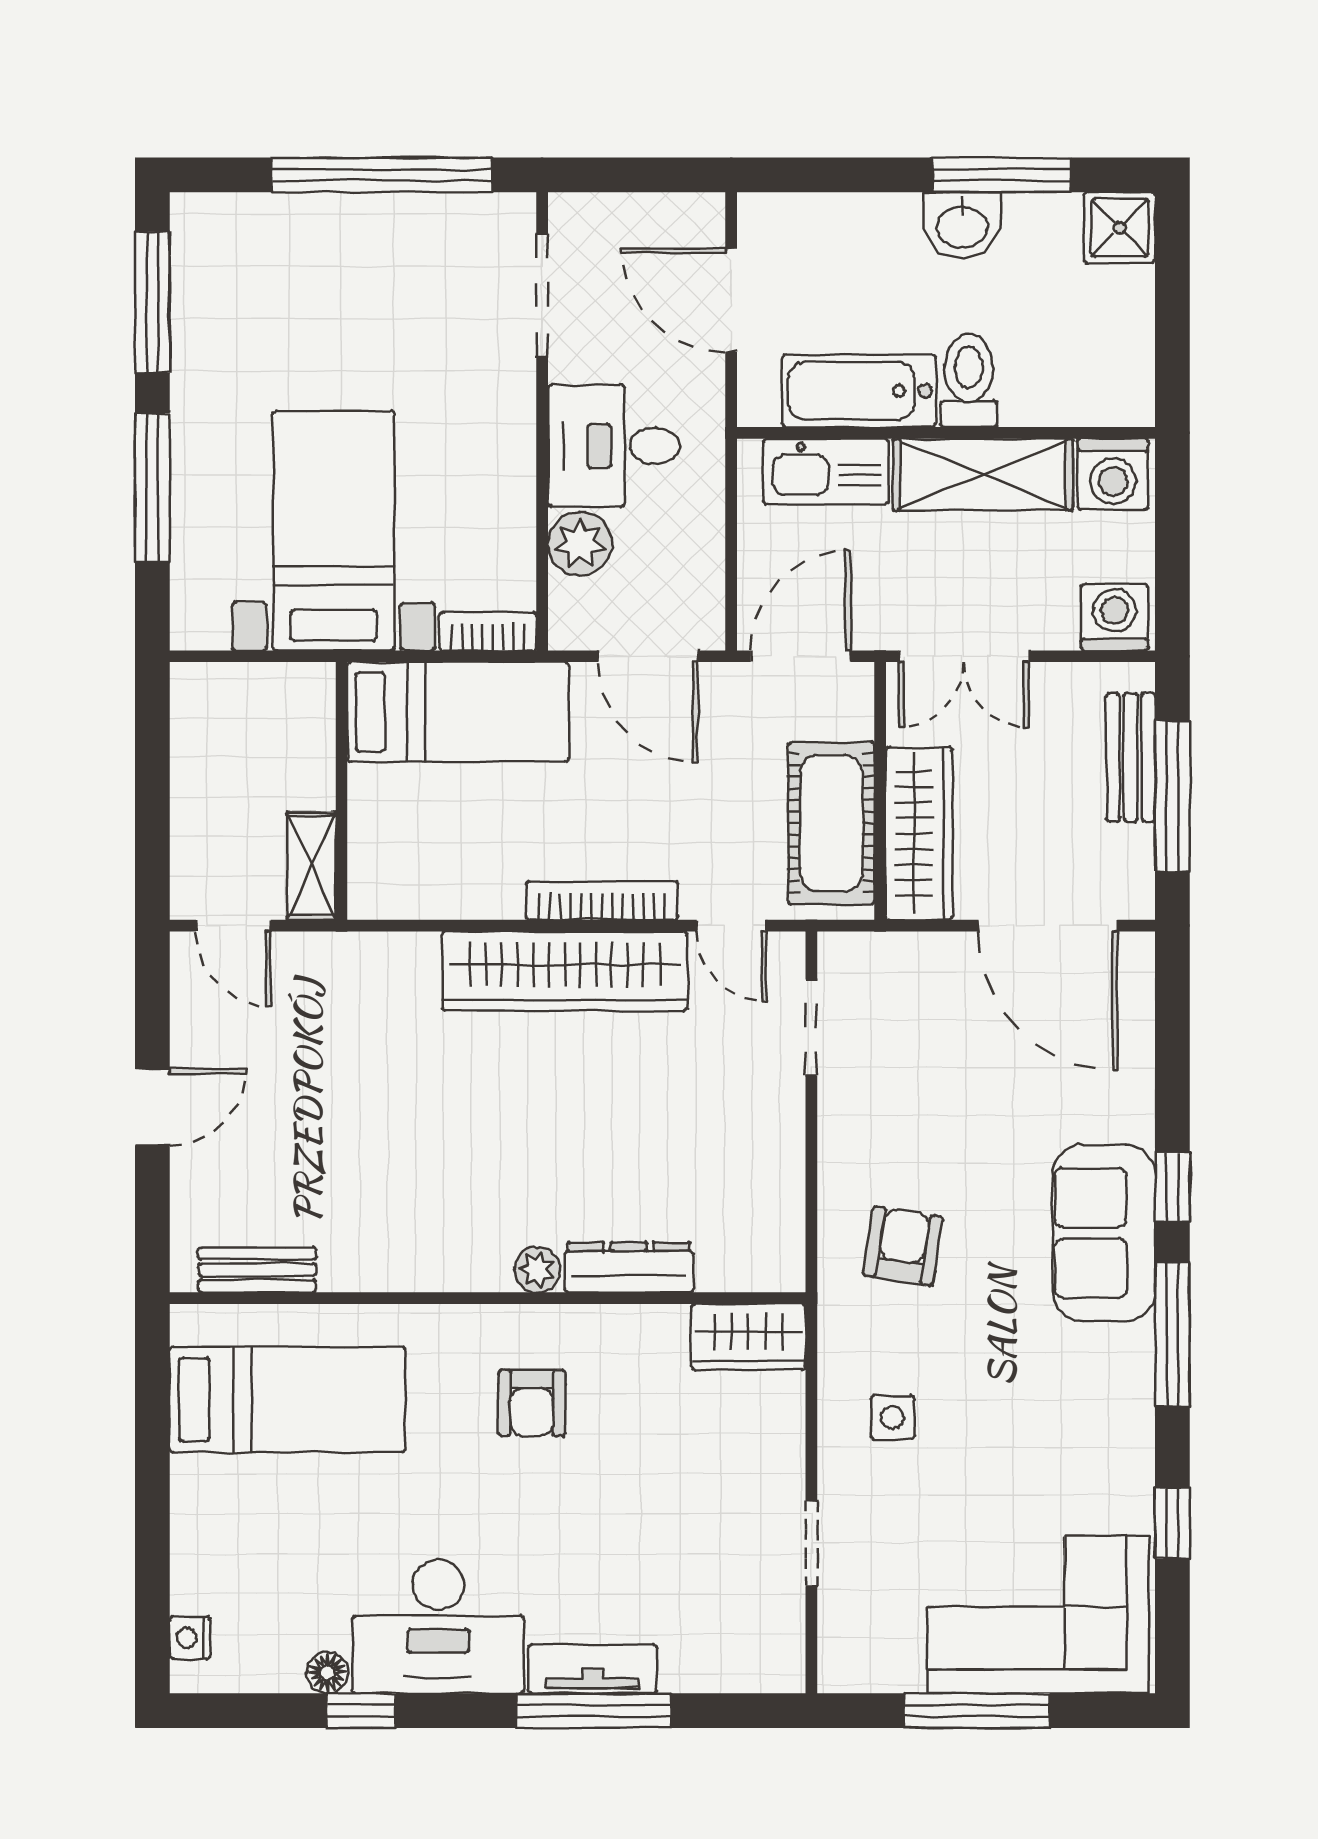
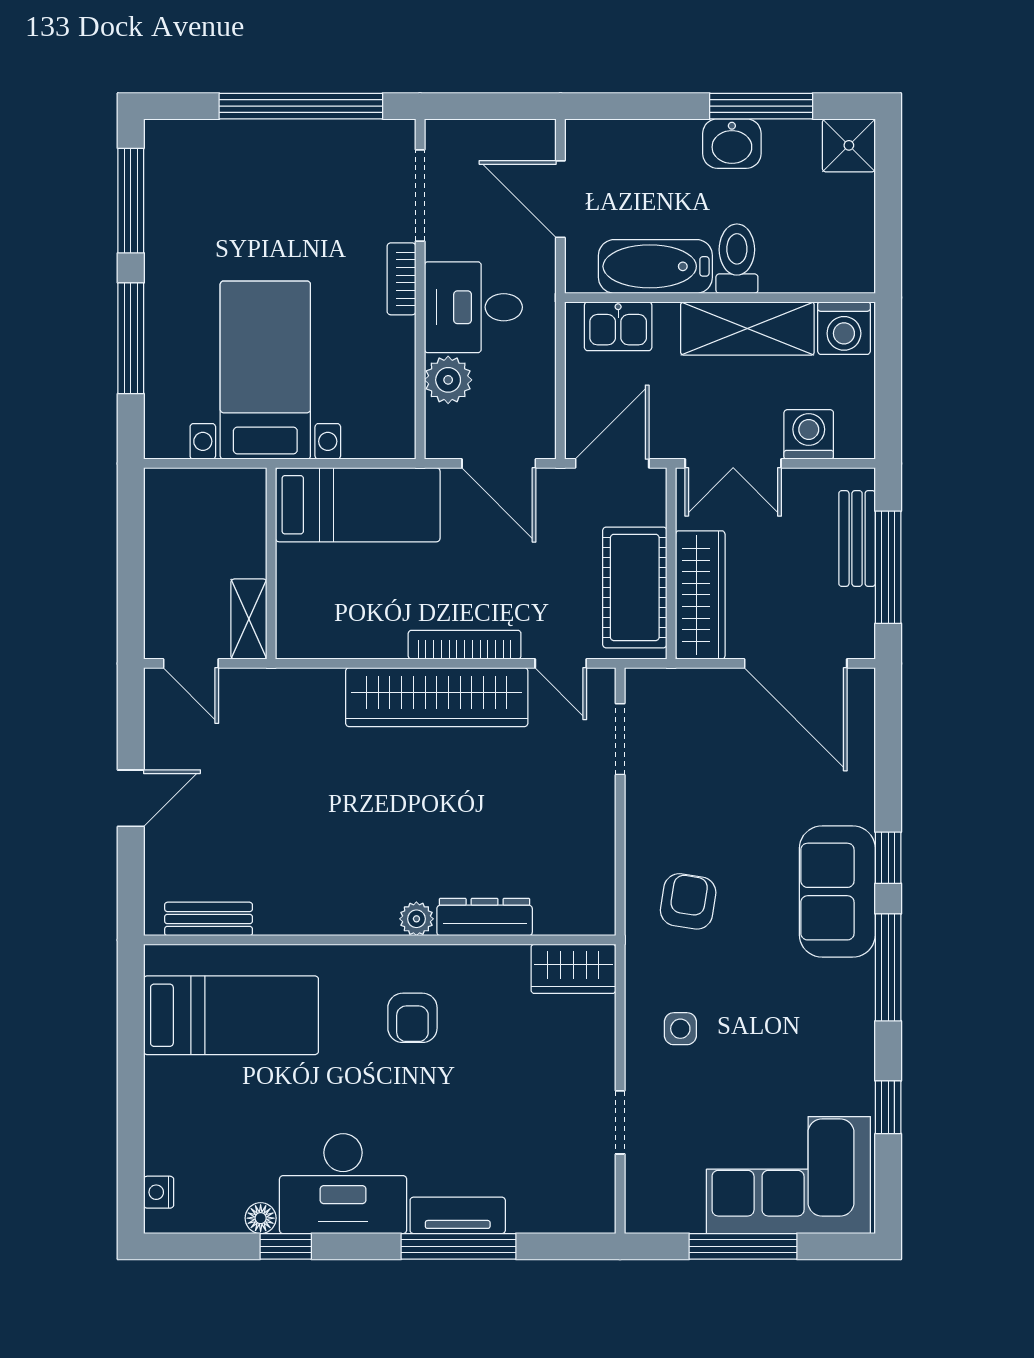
kitchen sink: (826, 471) -> (618, 326), width x0.73
washing machine: (1115, 617) -> (809, 434), moved
bookcase: (488, 631) -> (401, 279), moved, turned -90

